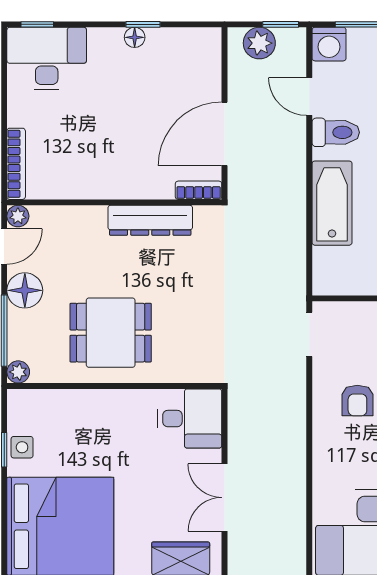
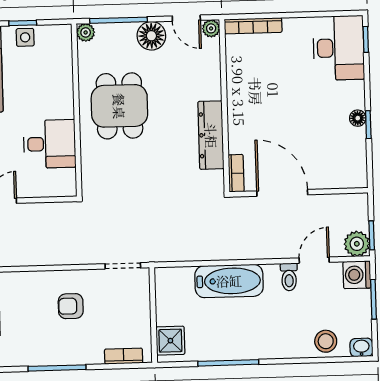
plant: (259, 43) -> (357, 244), moved
toilet: (336, 132) -> (289, 277), width x0.73, depth x0.72
desk: (190, 419) -> (50, 144), moved, turned -90

